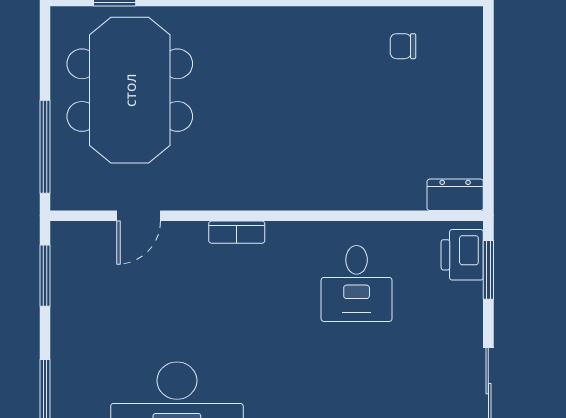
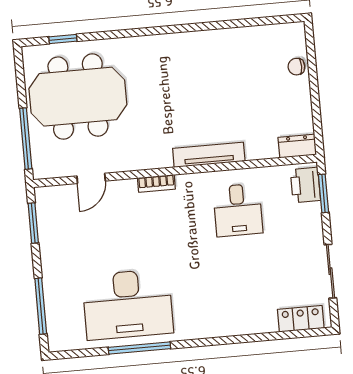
chair: (403, 46) -> (296, 67), moved
meeting table: (130, 90) -> (78, 97), turned 90
tv unit: (320, 196) -> (209, 155), added

